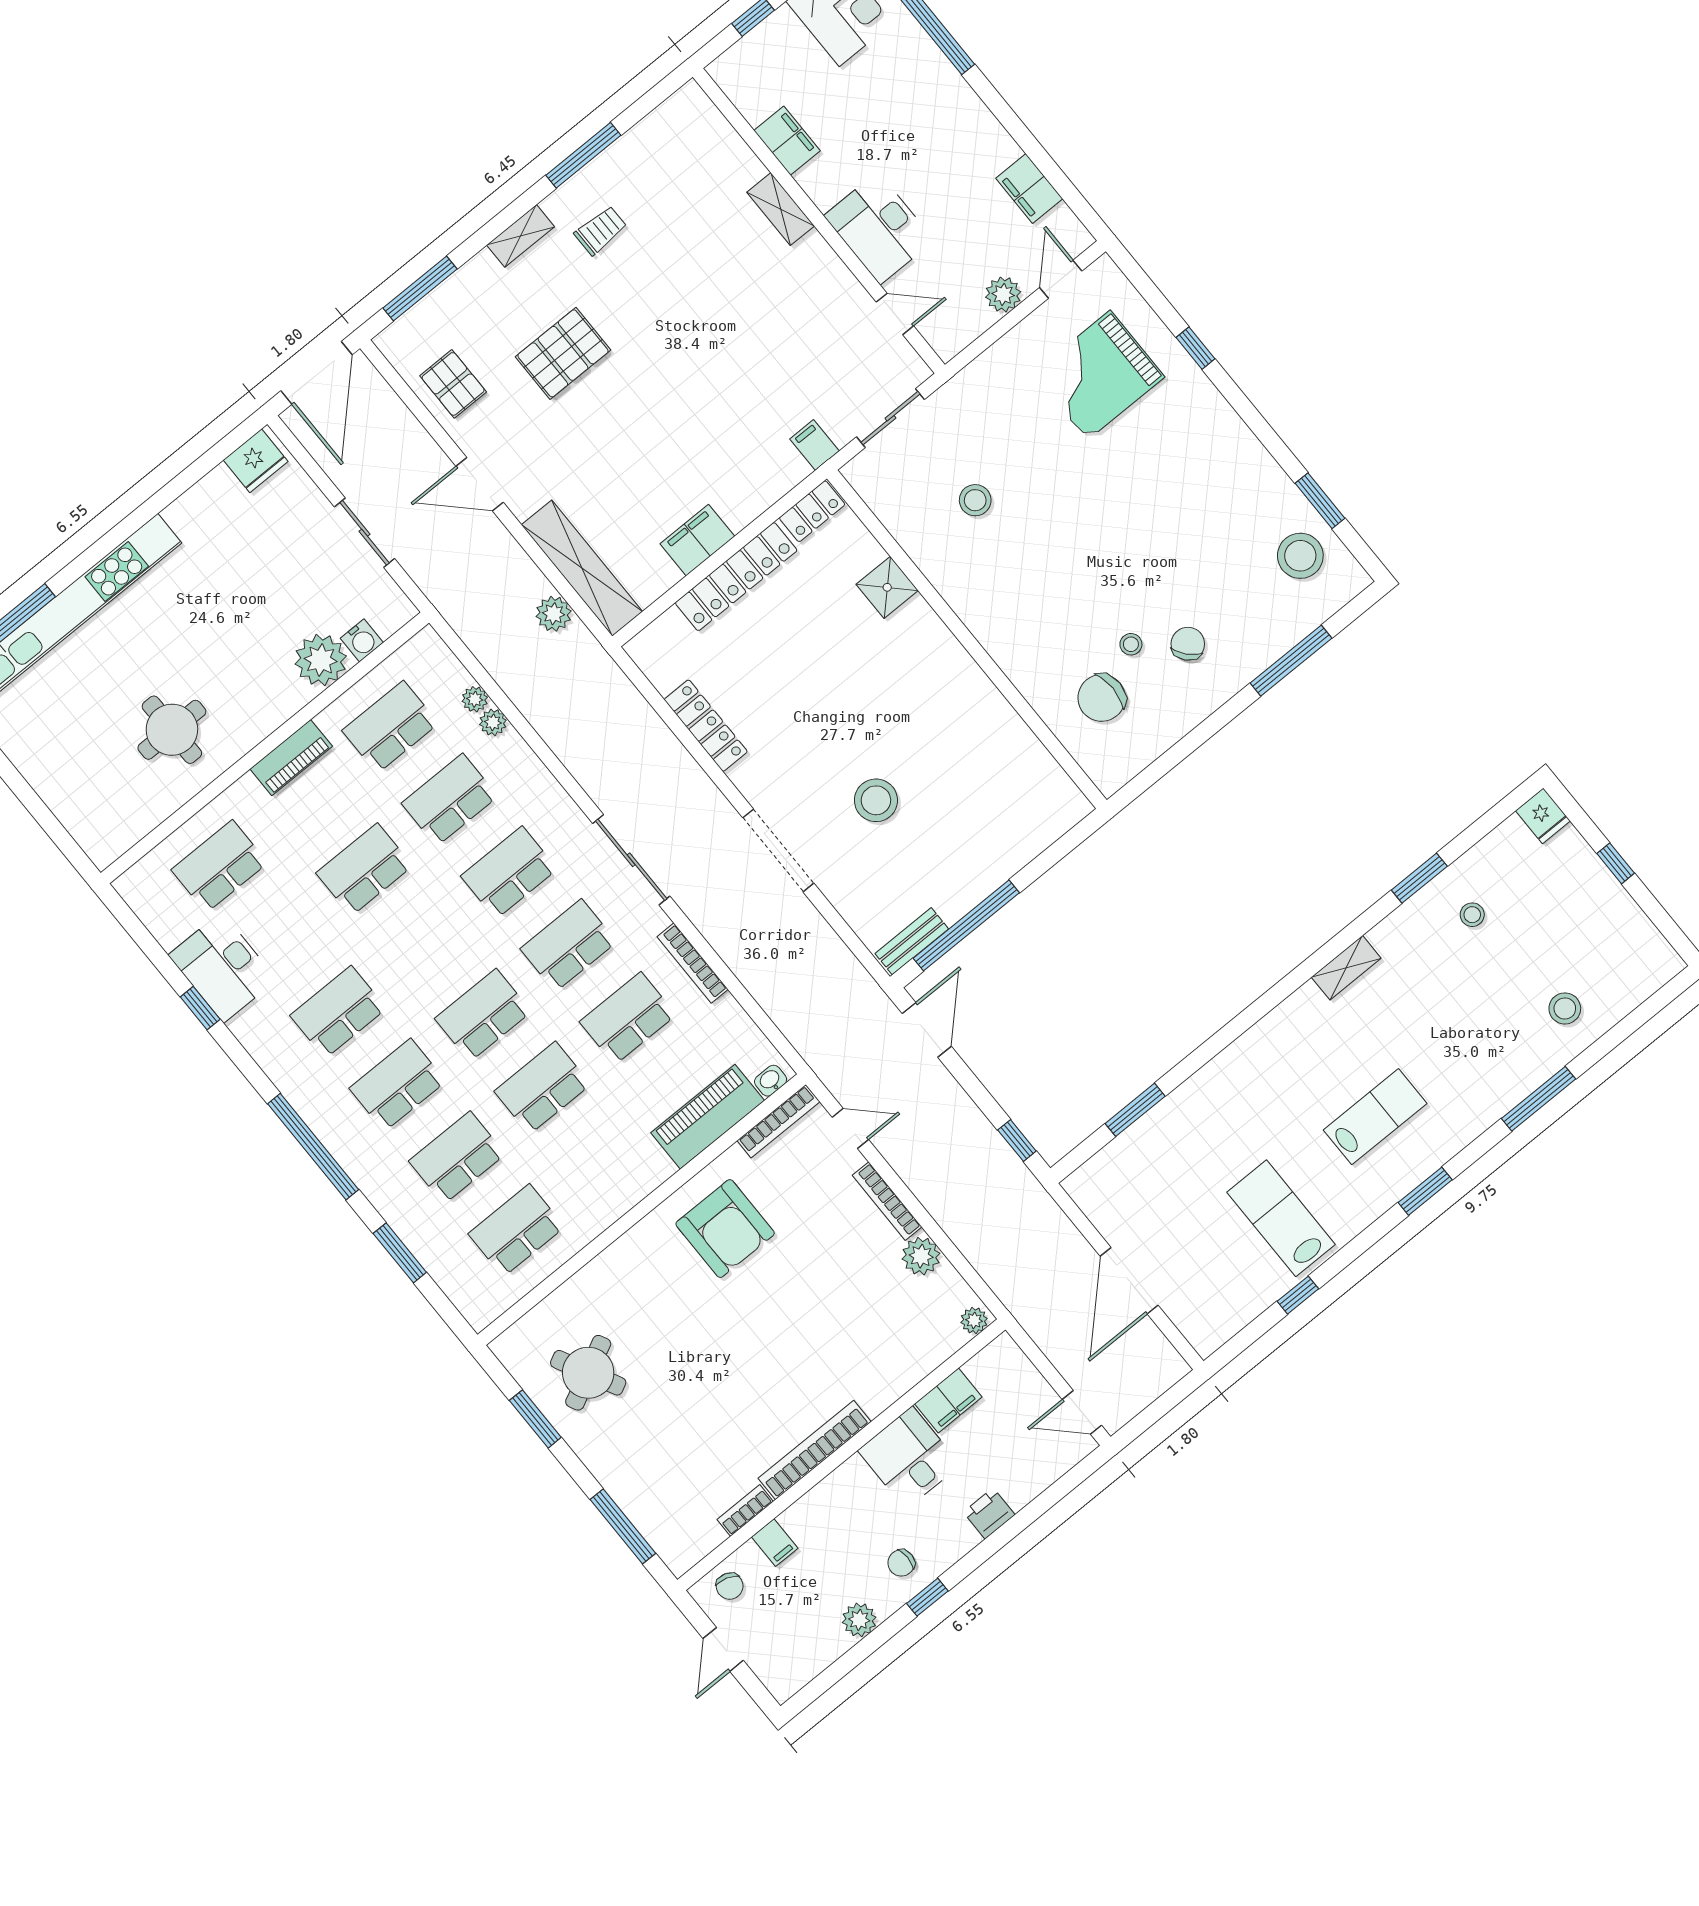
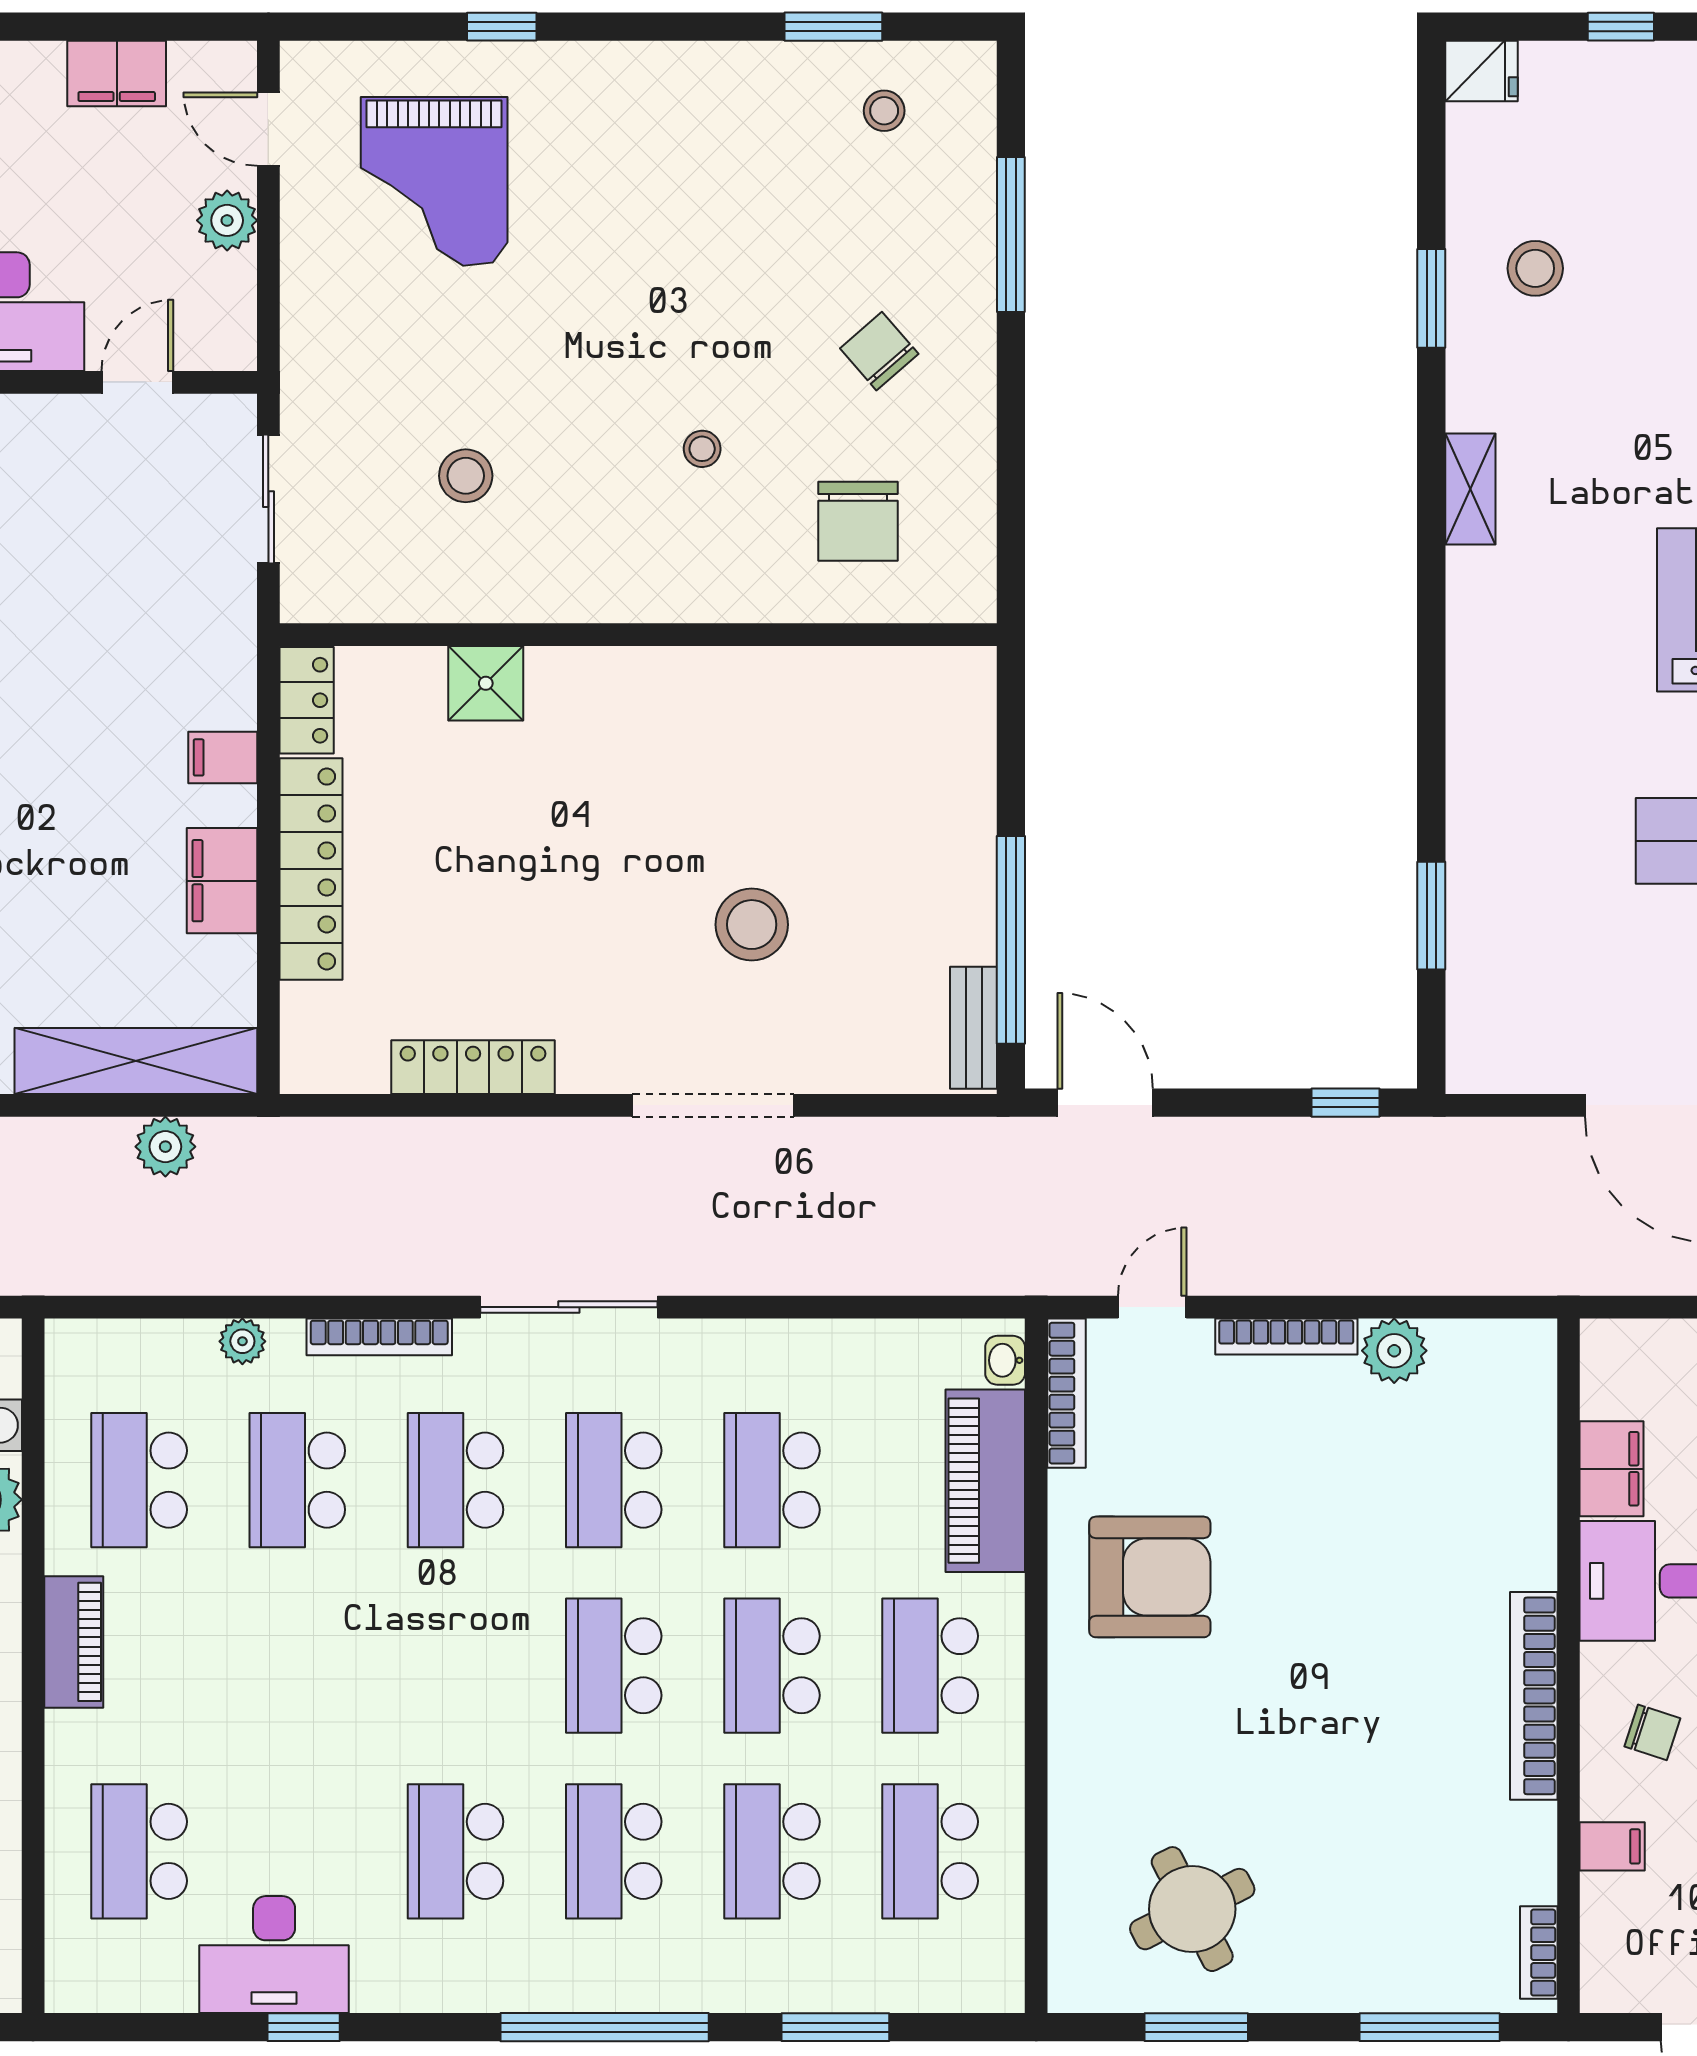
filing cabinet: (815, 445) -> (223, 757), moved
stool: (1300, 556) -> (884, 111), width x0.53, depth x0.53
stool: (1131, 644) -> (702, 449), moved
plant: (475, 699) -> (193, 1340), removed
school desk: (364, 869) -> (930, 1666), moved
stool: (1472, 915) -> (1535, 268), width x1.37, depth x1.37
bookcase: (693, 963) -> (379, 1337), moved
plant: (974, 1320) -> (1535, 1350), removed
bookcase: (745, 1510) -> (1539, 1953), moved
chair: (730, 1586) -> (1652, 1732), moved

